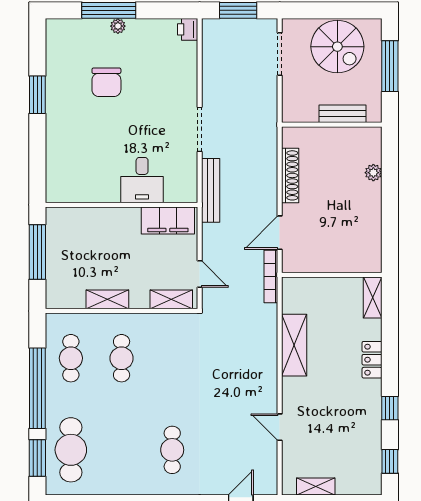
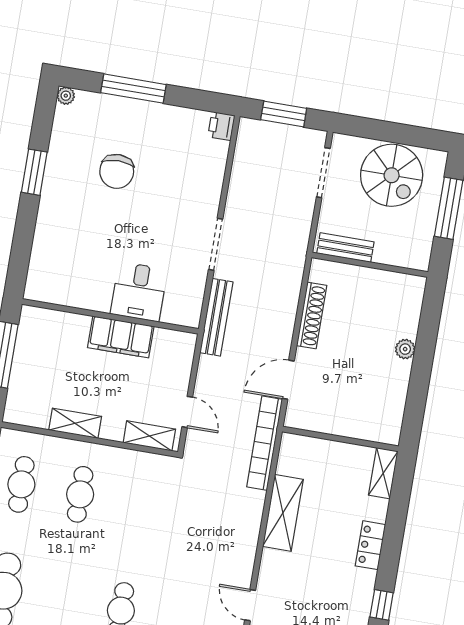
plant: (118, 26) -> (66, 96), moved
bench: (342, 114) -> (345, 248), moved
plant: (373, 173) -> (405, 349), moved
filing cabinet: (168, 220) -> (121, 337), moved
bookcase: (271, 276) -> (265, 443), width x1.48, depth x1.31

